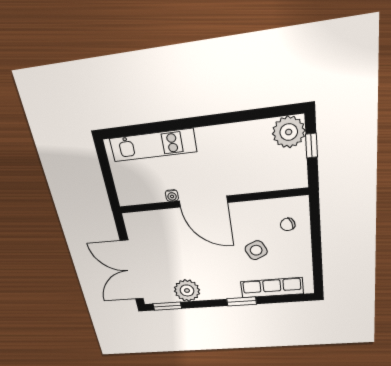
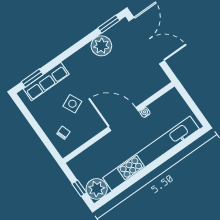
kitchen unit: (153, 145) -> (151, 153), width x1.86
window: (242, 301) -> (32, 78), moved

